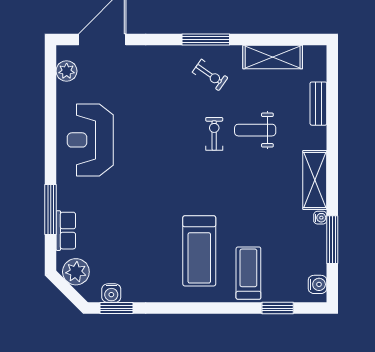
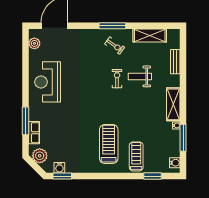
treadmill: (199, 251) -> (109, 144), turned 180

